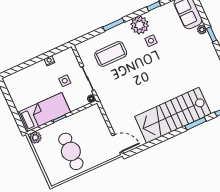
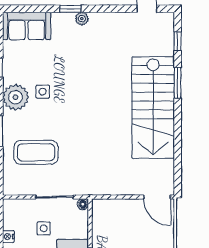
plant: (202, 30) -> (82, 19), moved
coffee table: (111, 54) -> (36, 152), turned 90
door: (117, 144) -> (157, 197), swing flipped

